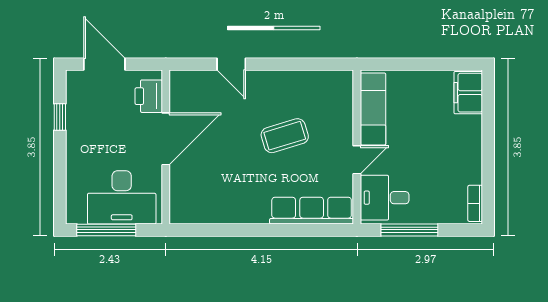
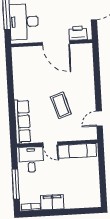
door: (231, 64) -> (99, 118), moved
filing cabinet: (468, 93) -> (52, 202), moved
window: (409, 230) -> (16, 184), moved

